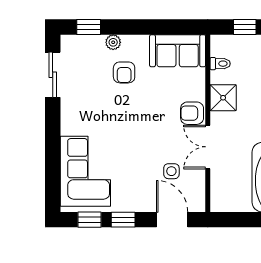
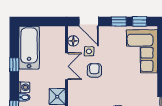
armchair: (192, 113) -> (94, 70), moved, turned -90
floor lamp: (197, 188) -> (73, 41), added

